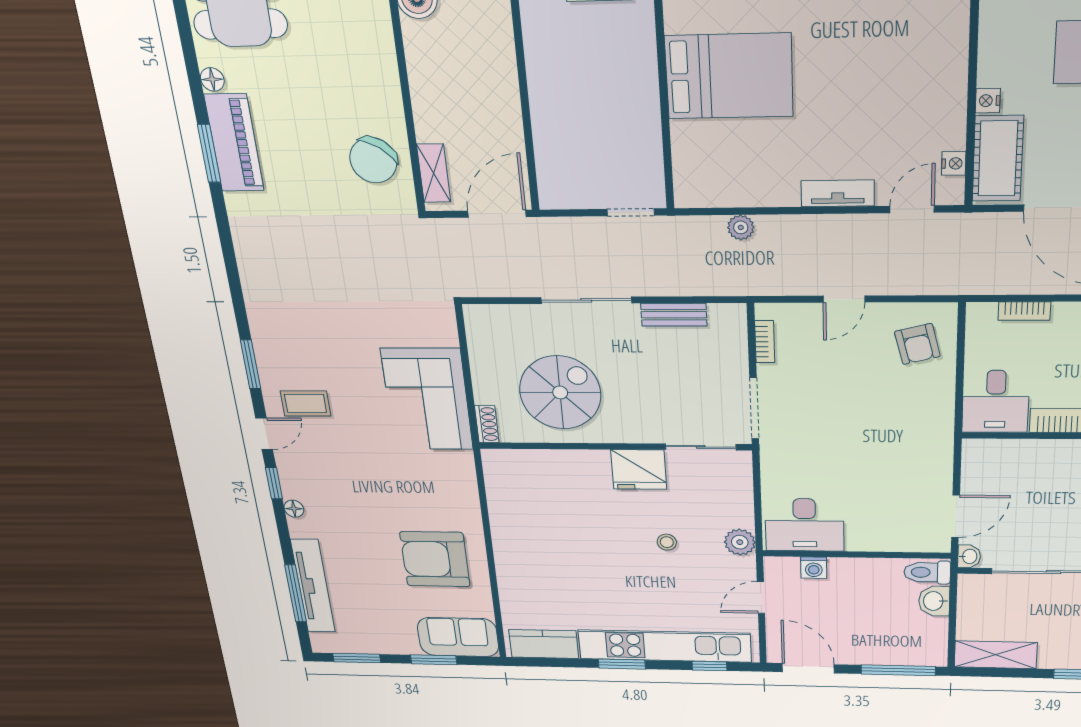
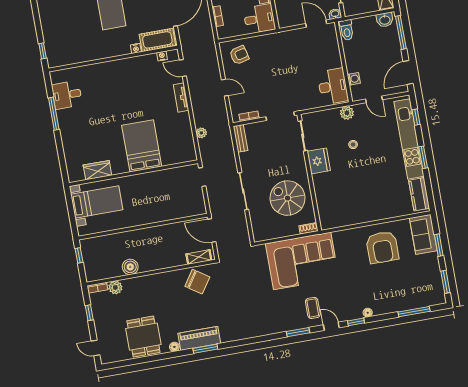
bench: (674, 315) -> (241, 138), moved
corner sofa: (427, 399) -> (302, 261), width x1.36, depth x1.36
tv unit: (313, 586) -> (408, 303), removed
washbasin: (934, 601) -> (385, 20), moved

